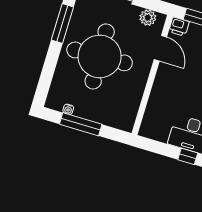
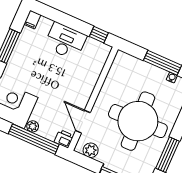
window: (188, 156) -> (99, 35), moved

